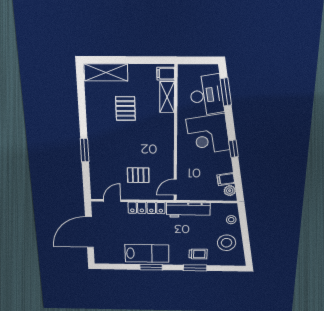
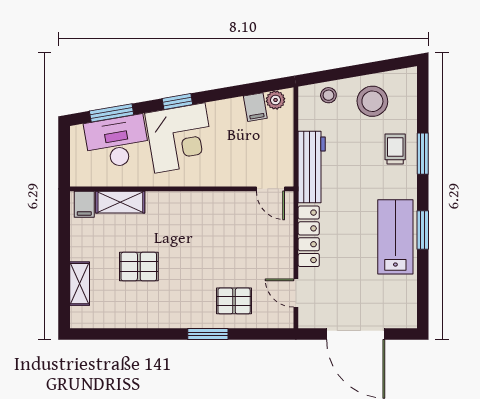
shelving: (106, 72) -> (80, 284), width x0.67, depth x0.75
window: (233, 149) -> (177, 102), moved
pallet: (138, 175) -> (234, 301), moved, turned 90

